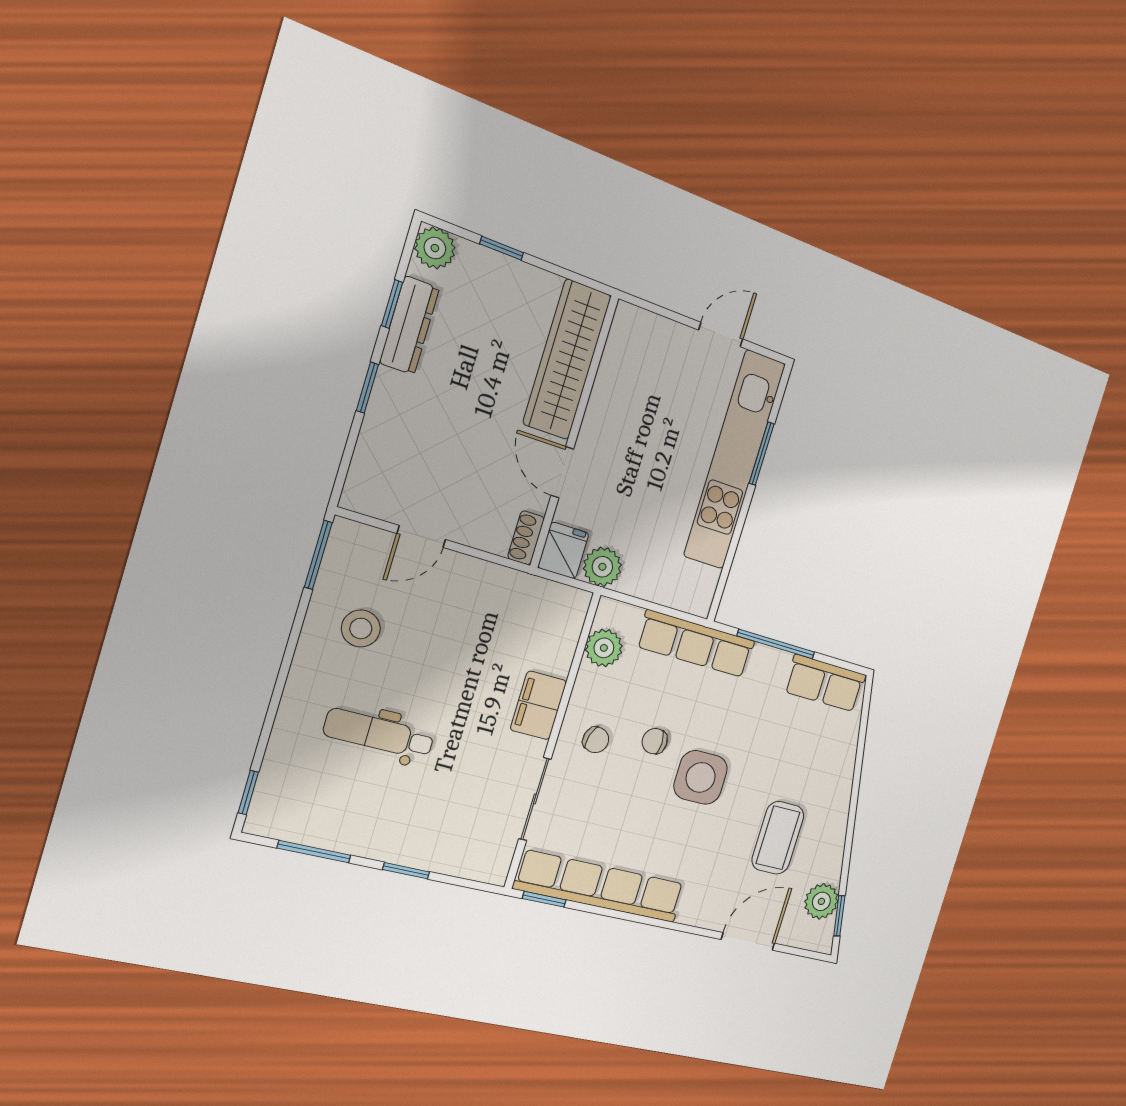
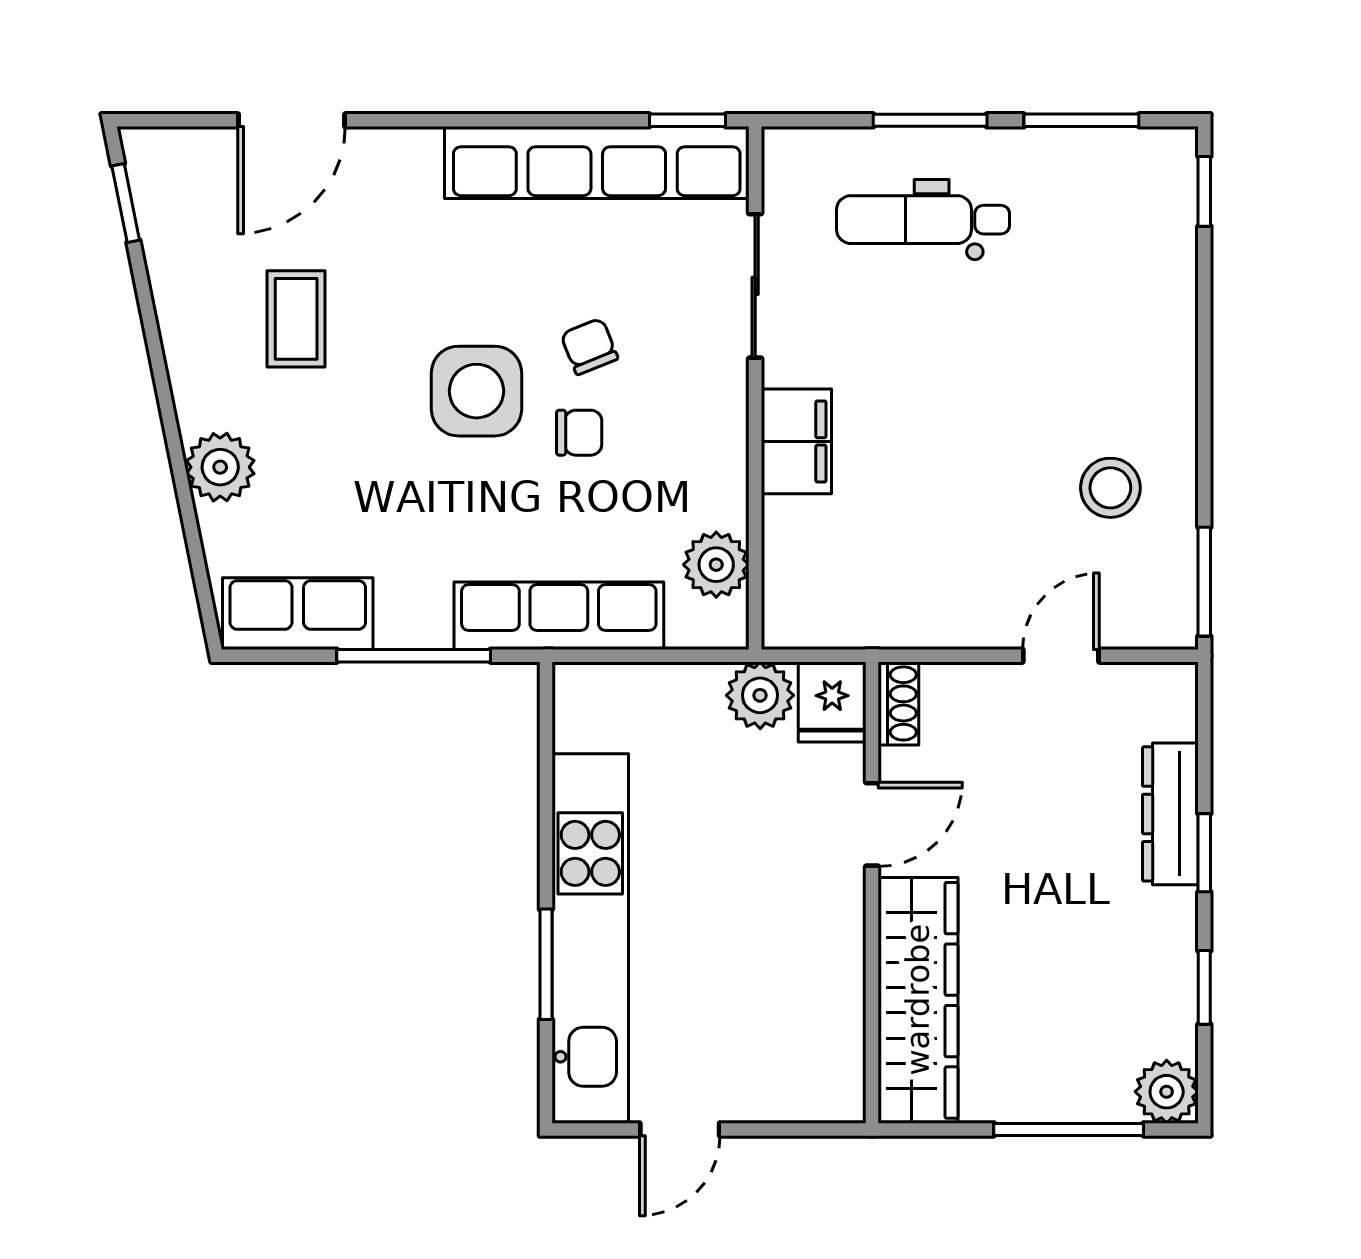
window: (502, 248) -> (1069, 1129), width x2.17
dresser: (409, 325) -> (1170, 814), moved
door: (562, 472) -> (872, 824), hinge flipped
dental chair: (379, 734) -> (923, 220), moved, turned 180
chair: (596, 740) -> (589, 346), moved, turned 51
coffee table: (778, 838) -> (296, 319), width x0.73, depth x0.77
window: (406, 871) -> (930, 120), width x1.50
plant: (821, 901) -> (220, 467), moved

